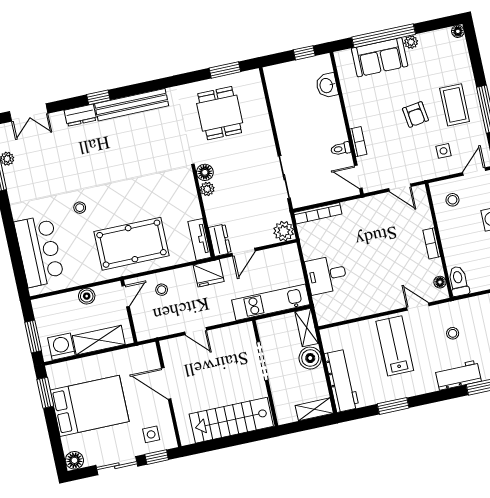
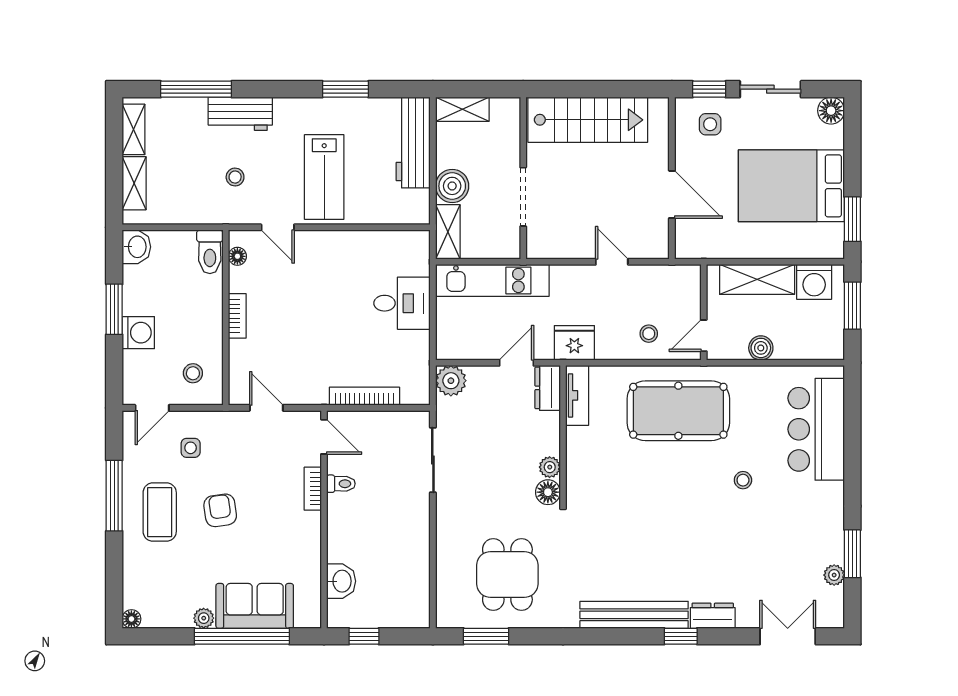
bookcase: (318, 213) -> (364, 396), moved

